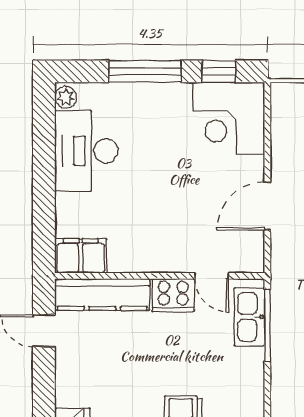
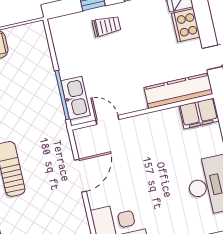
cooker: (173, 295) -> (186, 25), moved, turned -90

